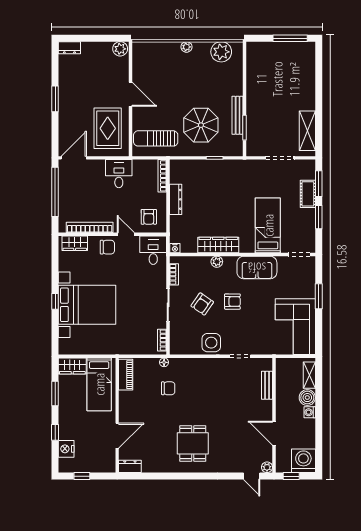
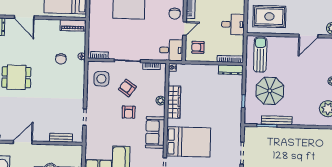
door: (131, 94) -> (308, 36), moved
dresser: (176, 199) -> (231, 70), moved
bed: (268, 225) -> (188, 142), width x1.50
side table: (211, 343) -> (101, 79), moved

